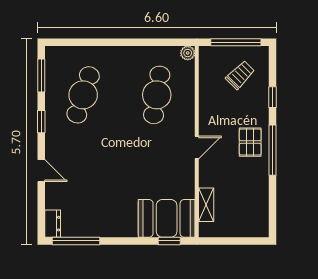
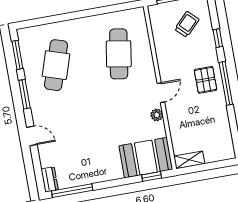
plant: (188, 53) -> (157, 115), moved
window: (41, 122) -> (24, 94), width x1.50
shelving: (206, 205) -> (189, 160), moved, turned 90

